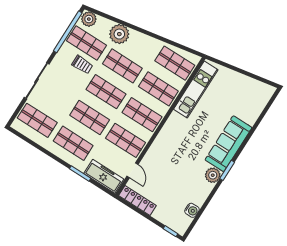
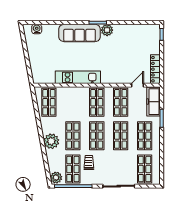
plant: (119, 34) -> (51, 141), moved
shop shelf: (158, 89) -> (73, 102), removed
kitchen unit: (196, 89) -> (78, 77), moved
water cooler: (192, 210) -> (37, 29), moved

